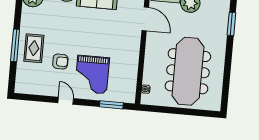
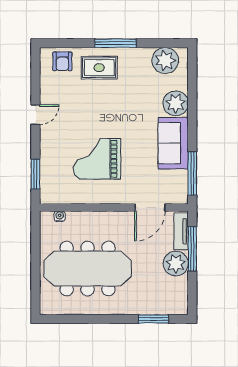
window: (15, 45) -> (115, 43), moved
armchair: (60, 62) -> (62, 61), moved
grand piano: (92, 75) -> (97, 159), moved

